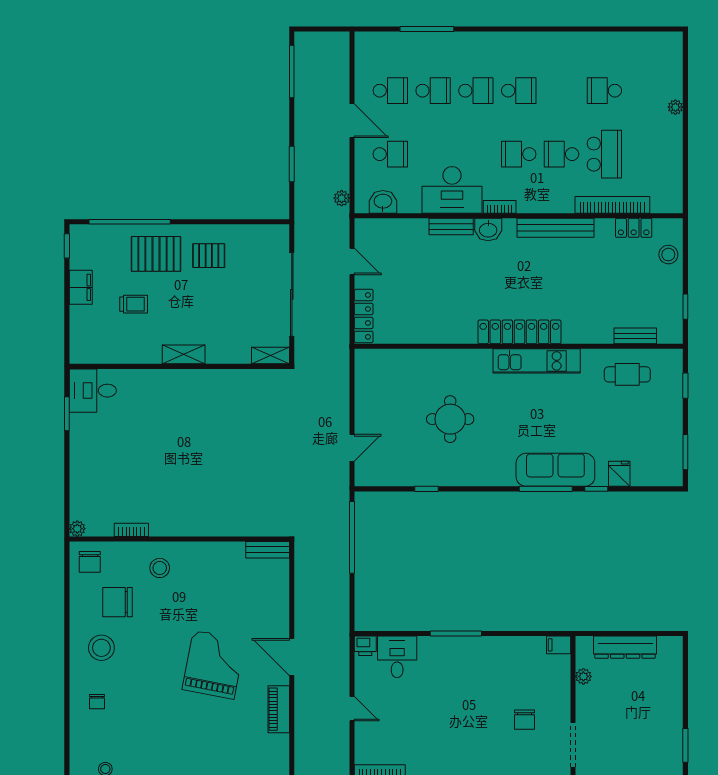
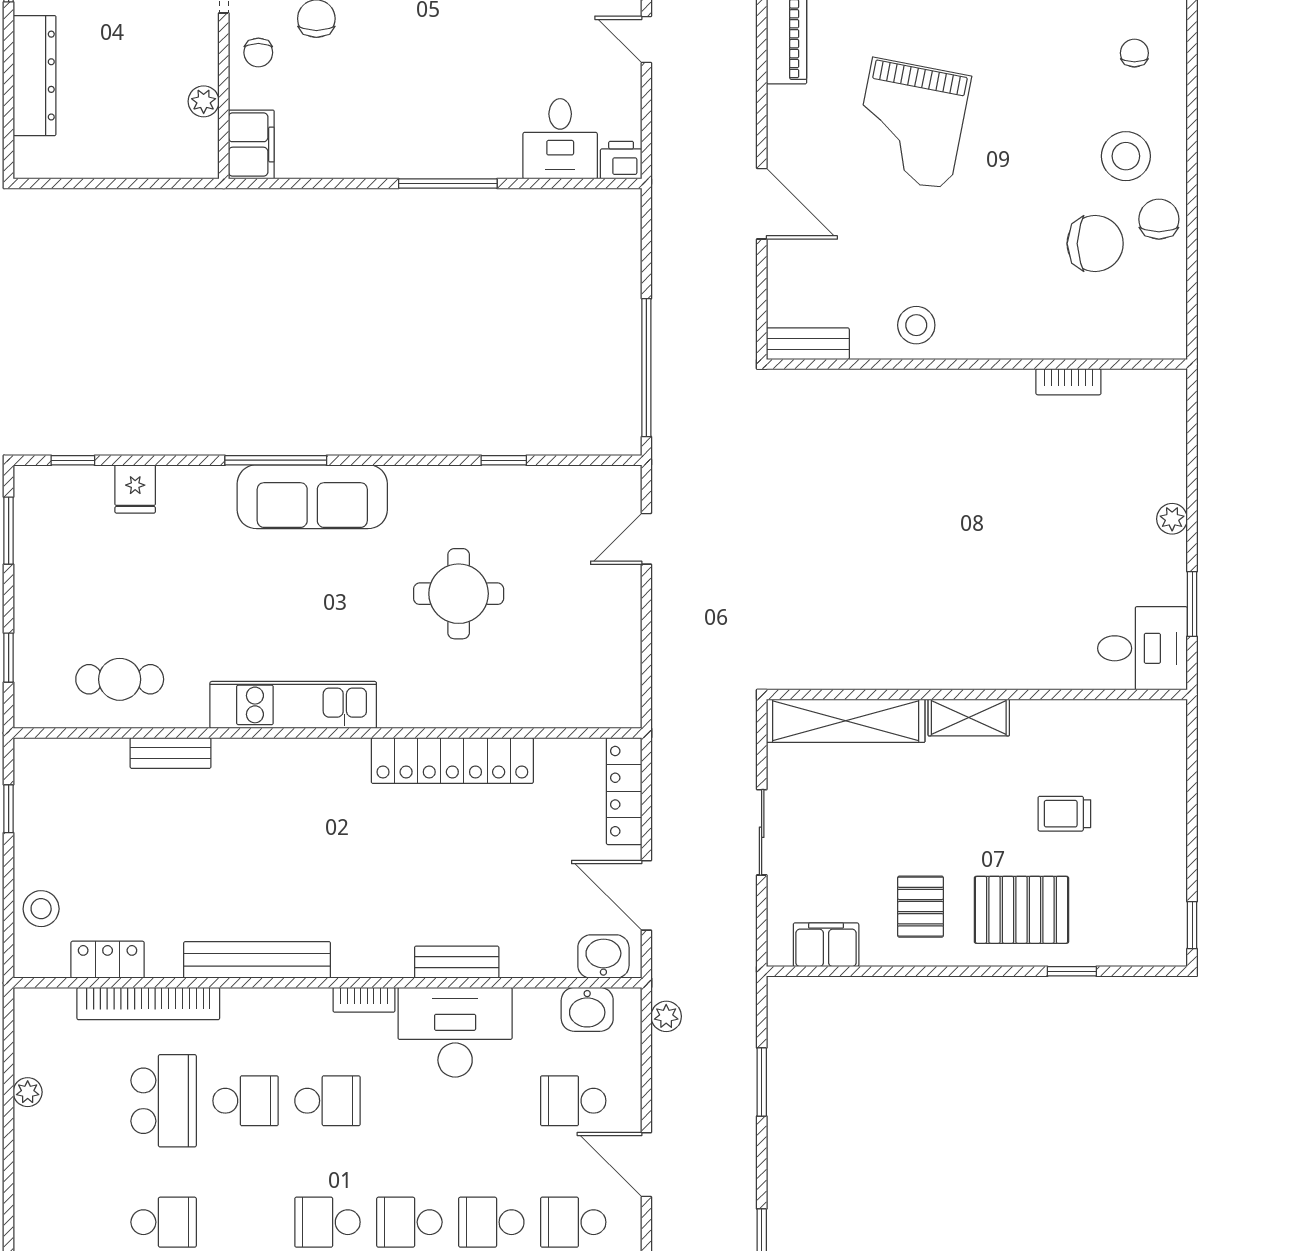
plant: (675, 107) -> (28, 1092), moved
school desk: (604, 154) -> (164, 1101), turned 180
window: (130, 222) -> (1072, 971), width x0.32
washbasin: (488, 230) -> (603, 956), moved
pallet: (209, 256) -> (921, 907), turned 90
door: (352, 261) -> (646, 895), width x1.38
filing cabinet: (81, 287) -> (826, 945), moved, turned 90
sliding door: (292, 294) -> (762, 832), width x0.54
locker: (519, 332) -> (452, 761), moved
bench: (635, 336) -> (171, 753), moved
shelving: (271, 355) -> (846, 721), width x2.20, depth x1.33
sofa: (555, 470) -> (312, 497), moved
window: (596, 489) -> (73, 460), moved
plant: (77, 529) -> (1172, 519), moved
chair: (90, 562) -> (1159, 219), moved
stool: (160, 568) -> (916, 325), moved
filing cabinet: (559, 645) -> (251, 144), width x2.00
dresser: (625, 647) -> (35, 76), moved, turned 90
door: (292, 657) -> (762, 204), moved
chair: (555, 702) -> (258, 53), added

